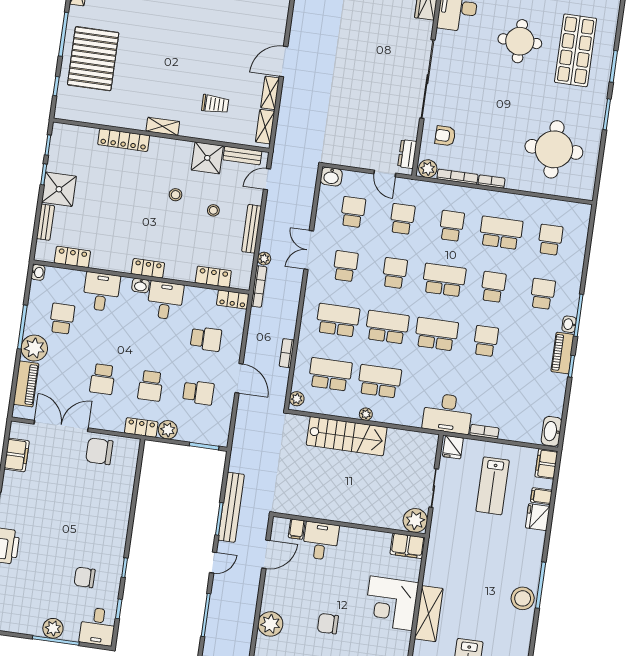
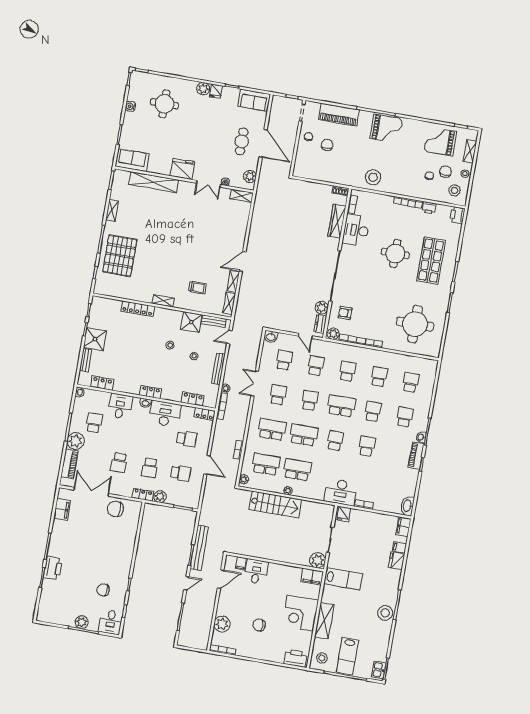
plant: (409, 129) -> (322, 308), added
school desk: (501, 233) -> (379, 377), width x0.54
desk: (165, 300) -> (165, 414), width x1.37
school desk: (436, 334) -> (335, 441), width x0.54
lab bench: (493, 486) -> (344, 579), moved, turned -90

